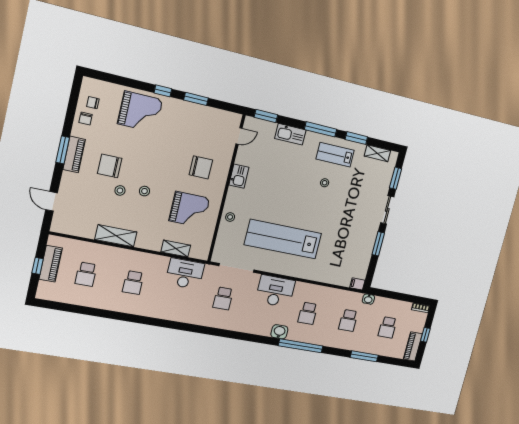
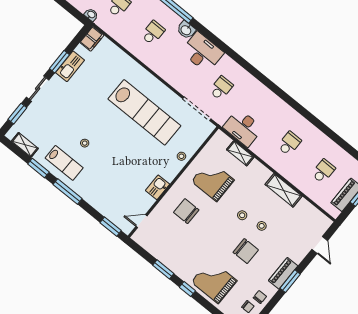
kitchen sink: (290, 134) -> (70, 66), moved, turned 90
chair: (110, 166) -> (246, 251), moved
filing cabinet: (357, 284) -> (92, 39), width x2.00
desk: (275, 291) -> (202, 52), moved, turned 180

